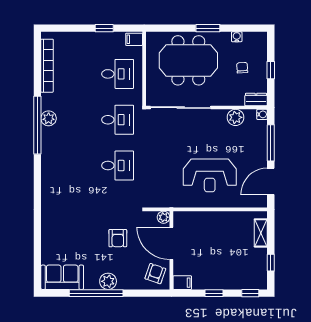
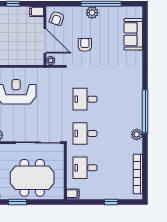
window: (104, 28) -> (111, 202), moved
window: (37, 125) -> (145, 111), moved
sofa: (62, 277) -> (133, 34), moved, turned 90

